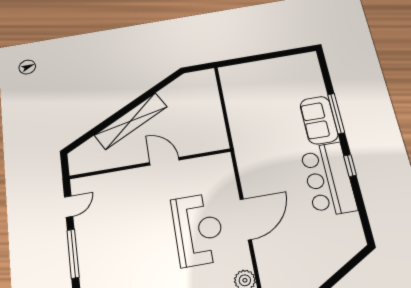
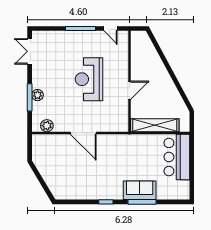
shelving: (131, 121) -> (155, 125), moved, turned -62
bar counter: (328, 179) -> (177, 157), moved, turned -90
reception desk: (198, 229) -> (89, 79), moved, turned 90

